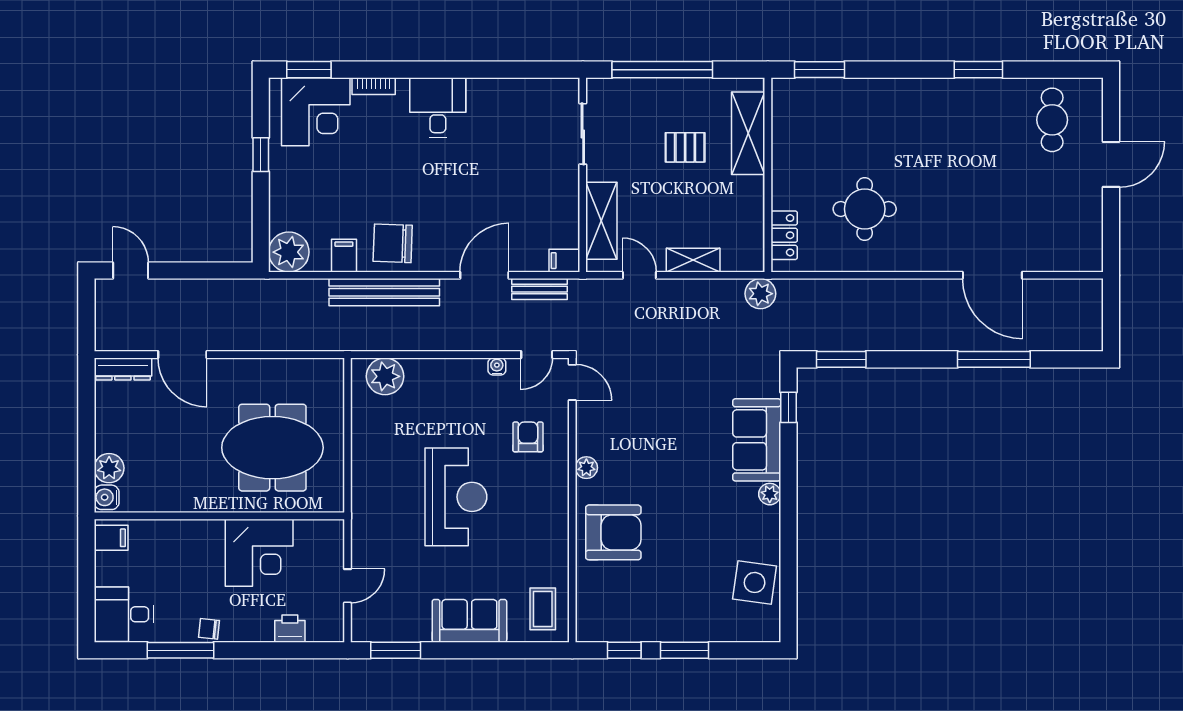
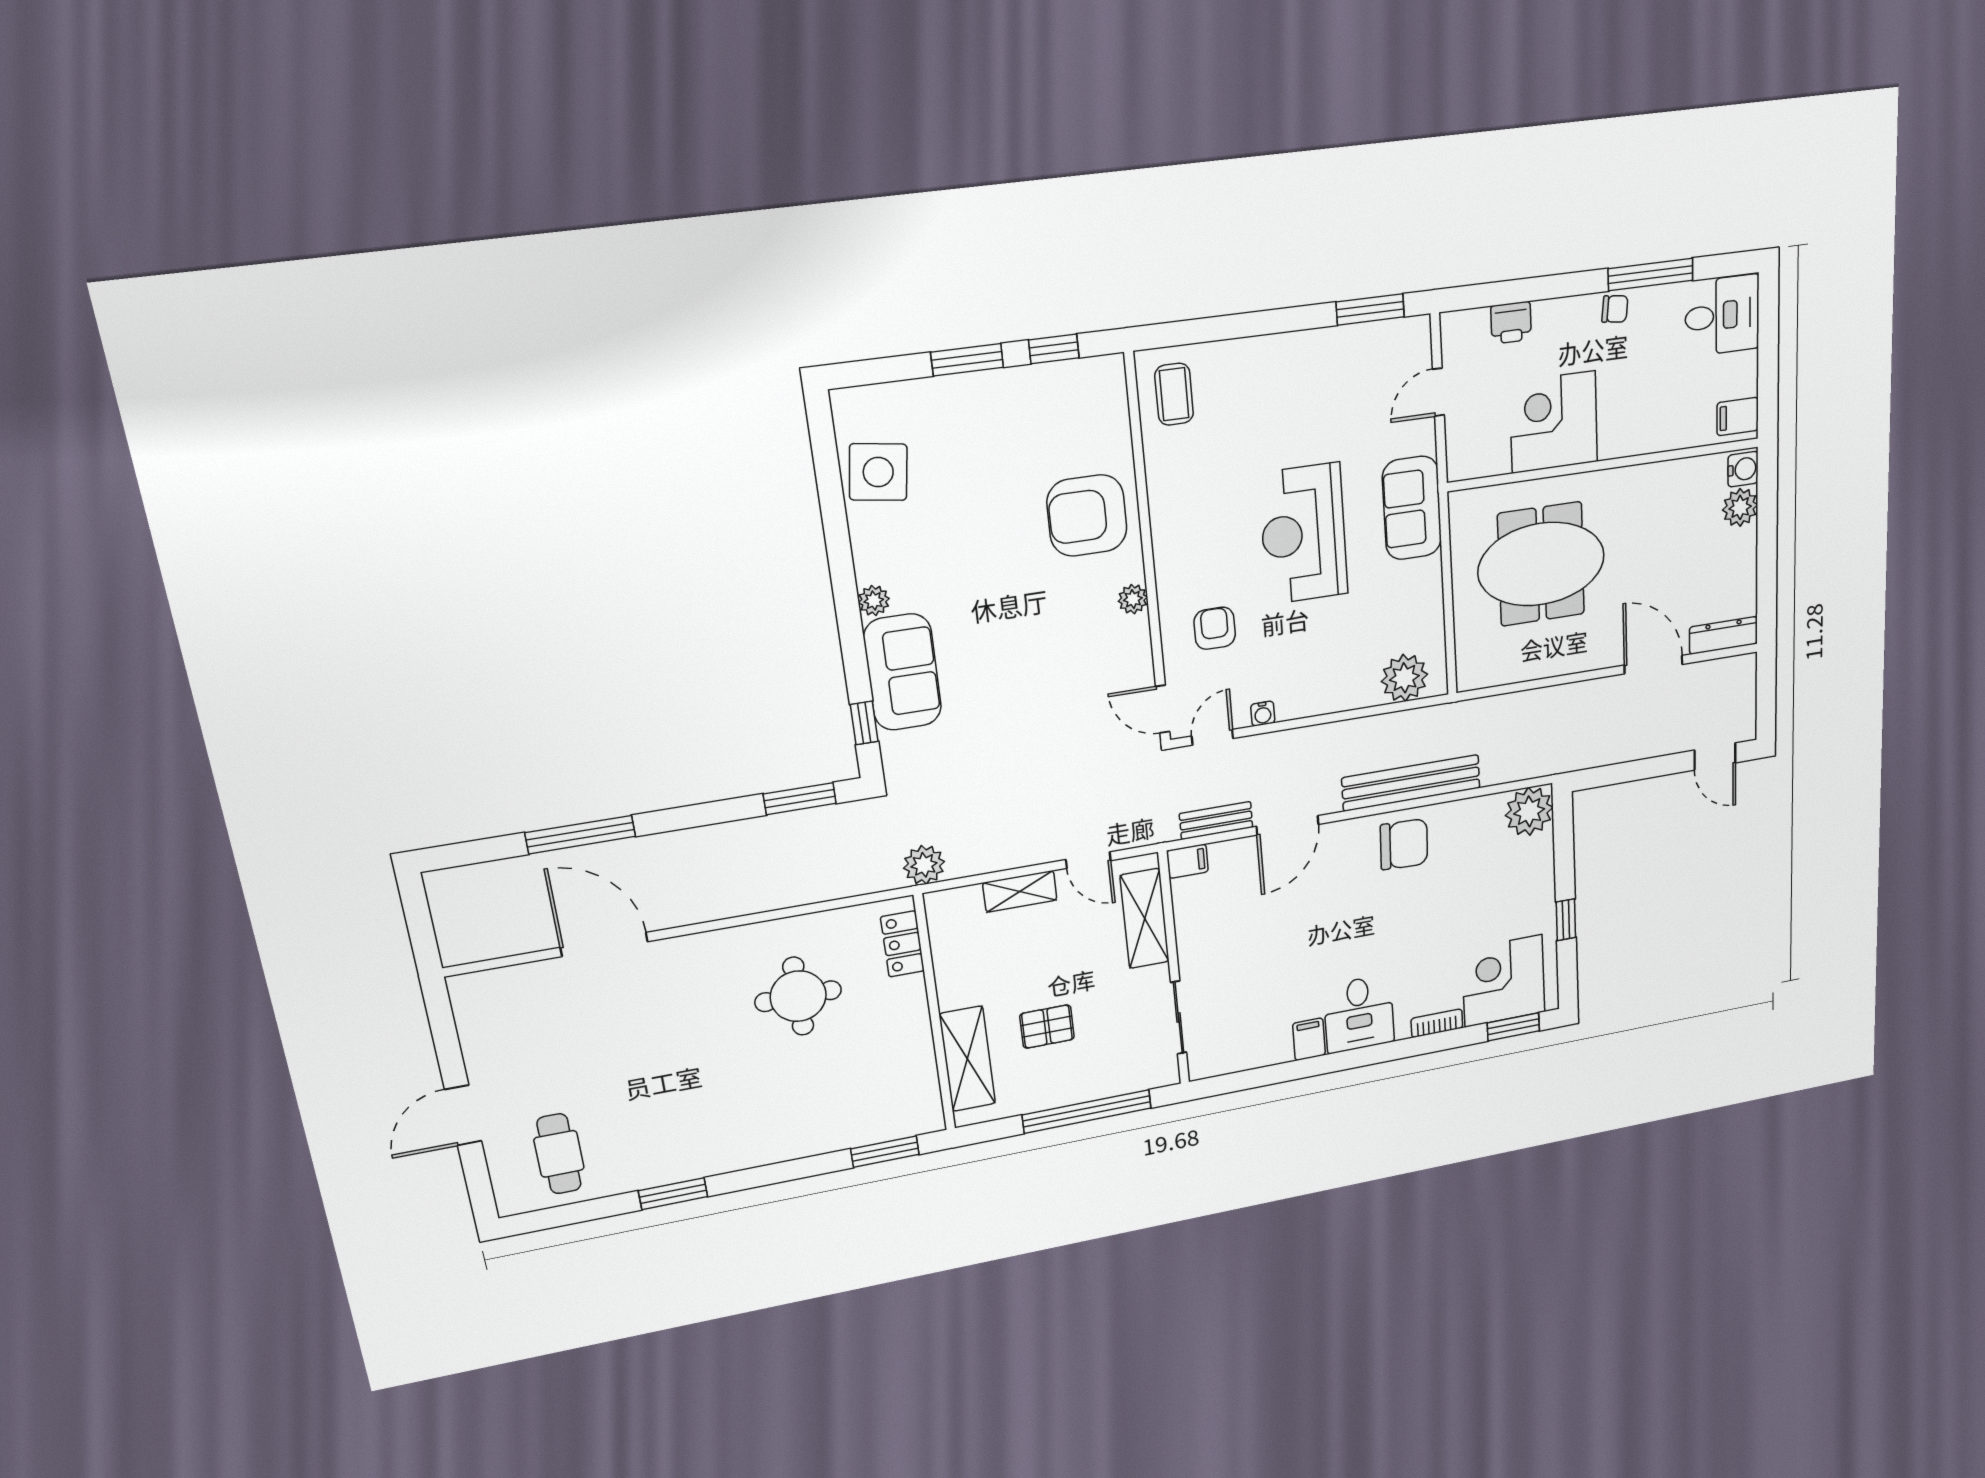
filing cabinet: (344, 256) -> (1309, 1039), moved, turned 180
armchair: (528, 437) -> (1215, 628), turned 180
sofa: (469, 621) -> (1412, 508), moved, turned 90

